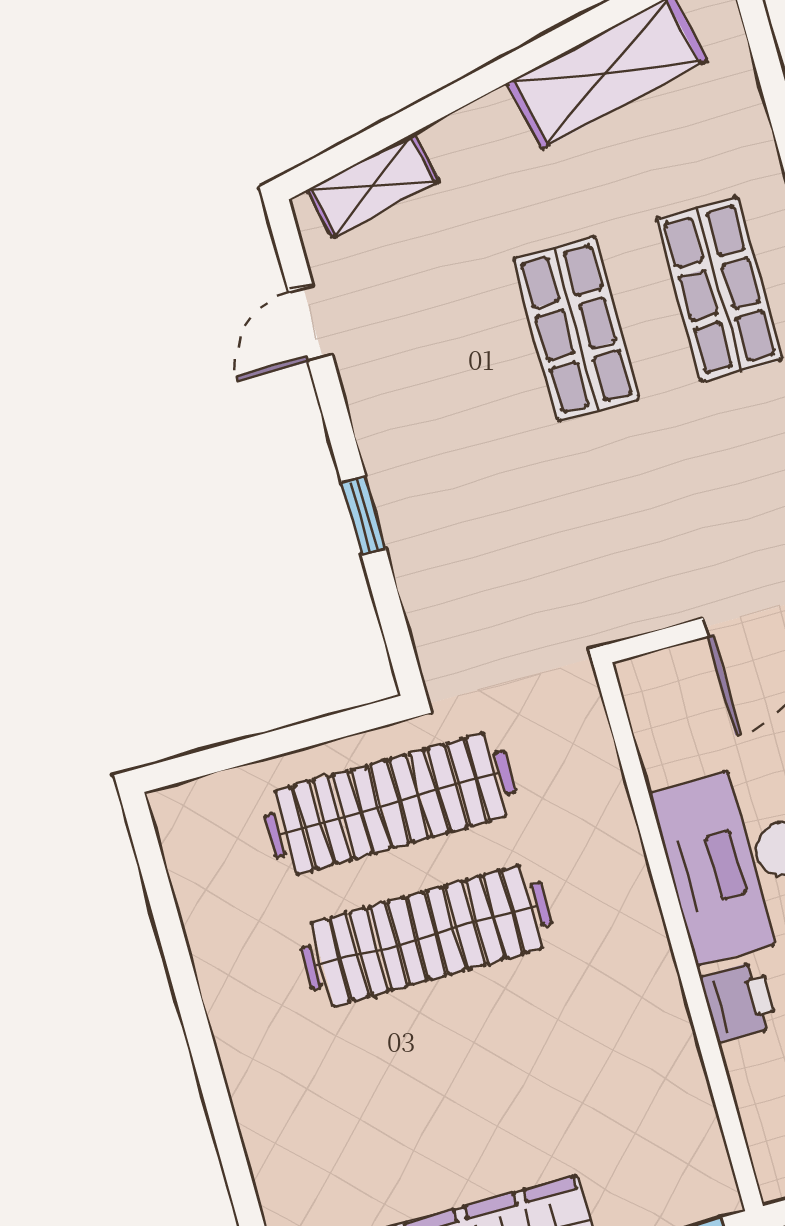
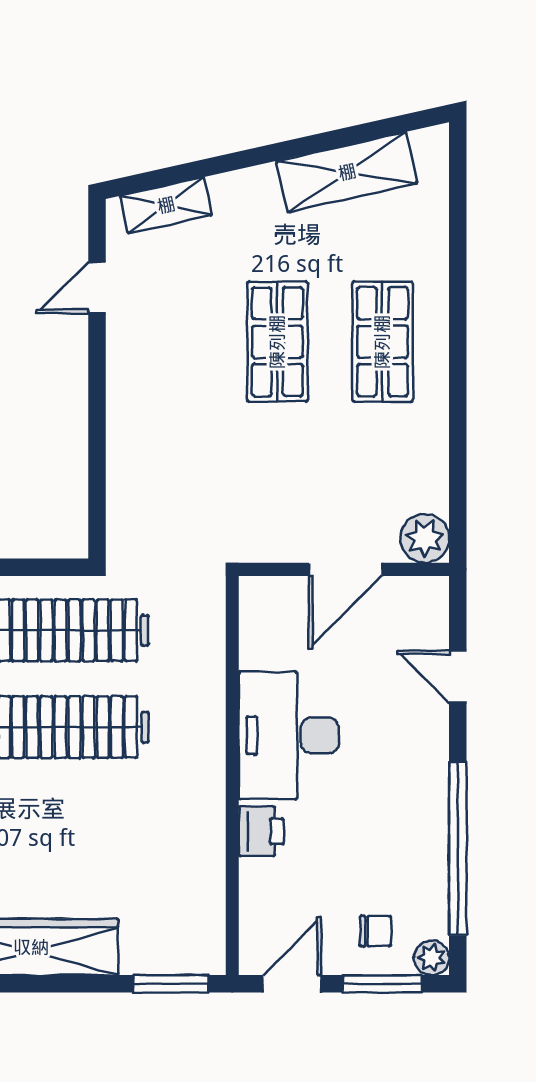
window: (364, 515) -> (97, 429), removed

